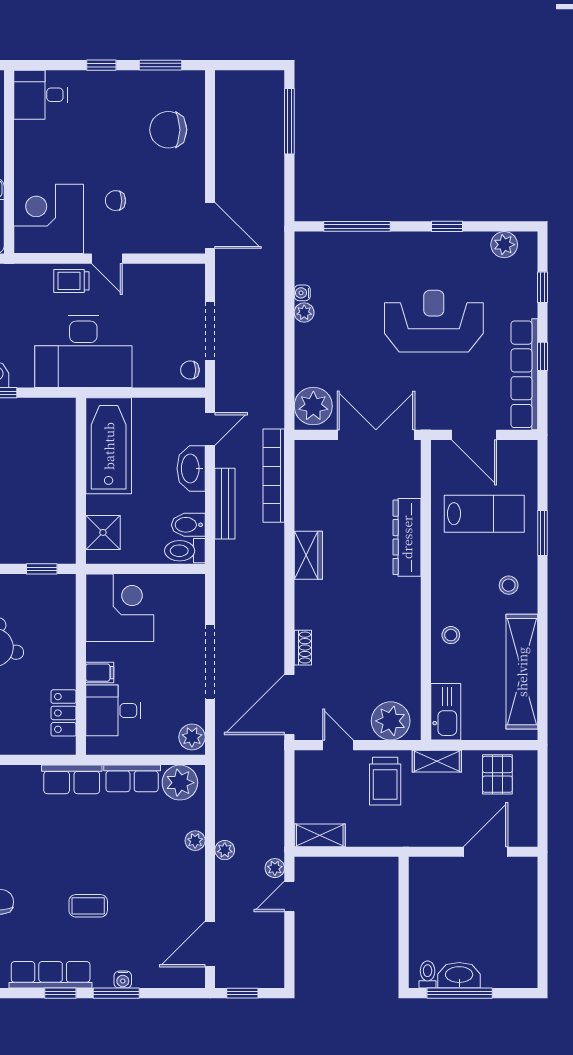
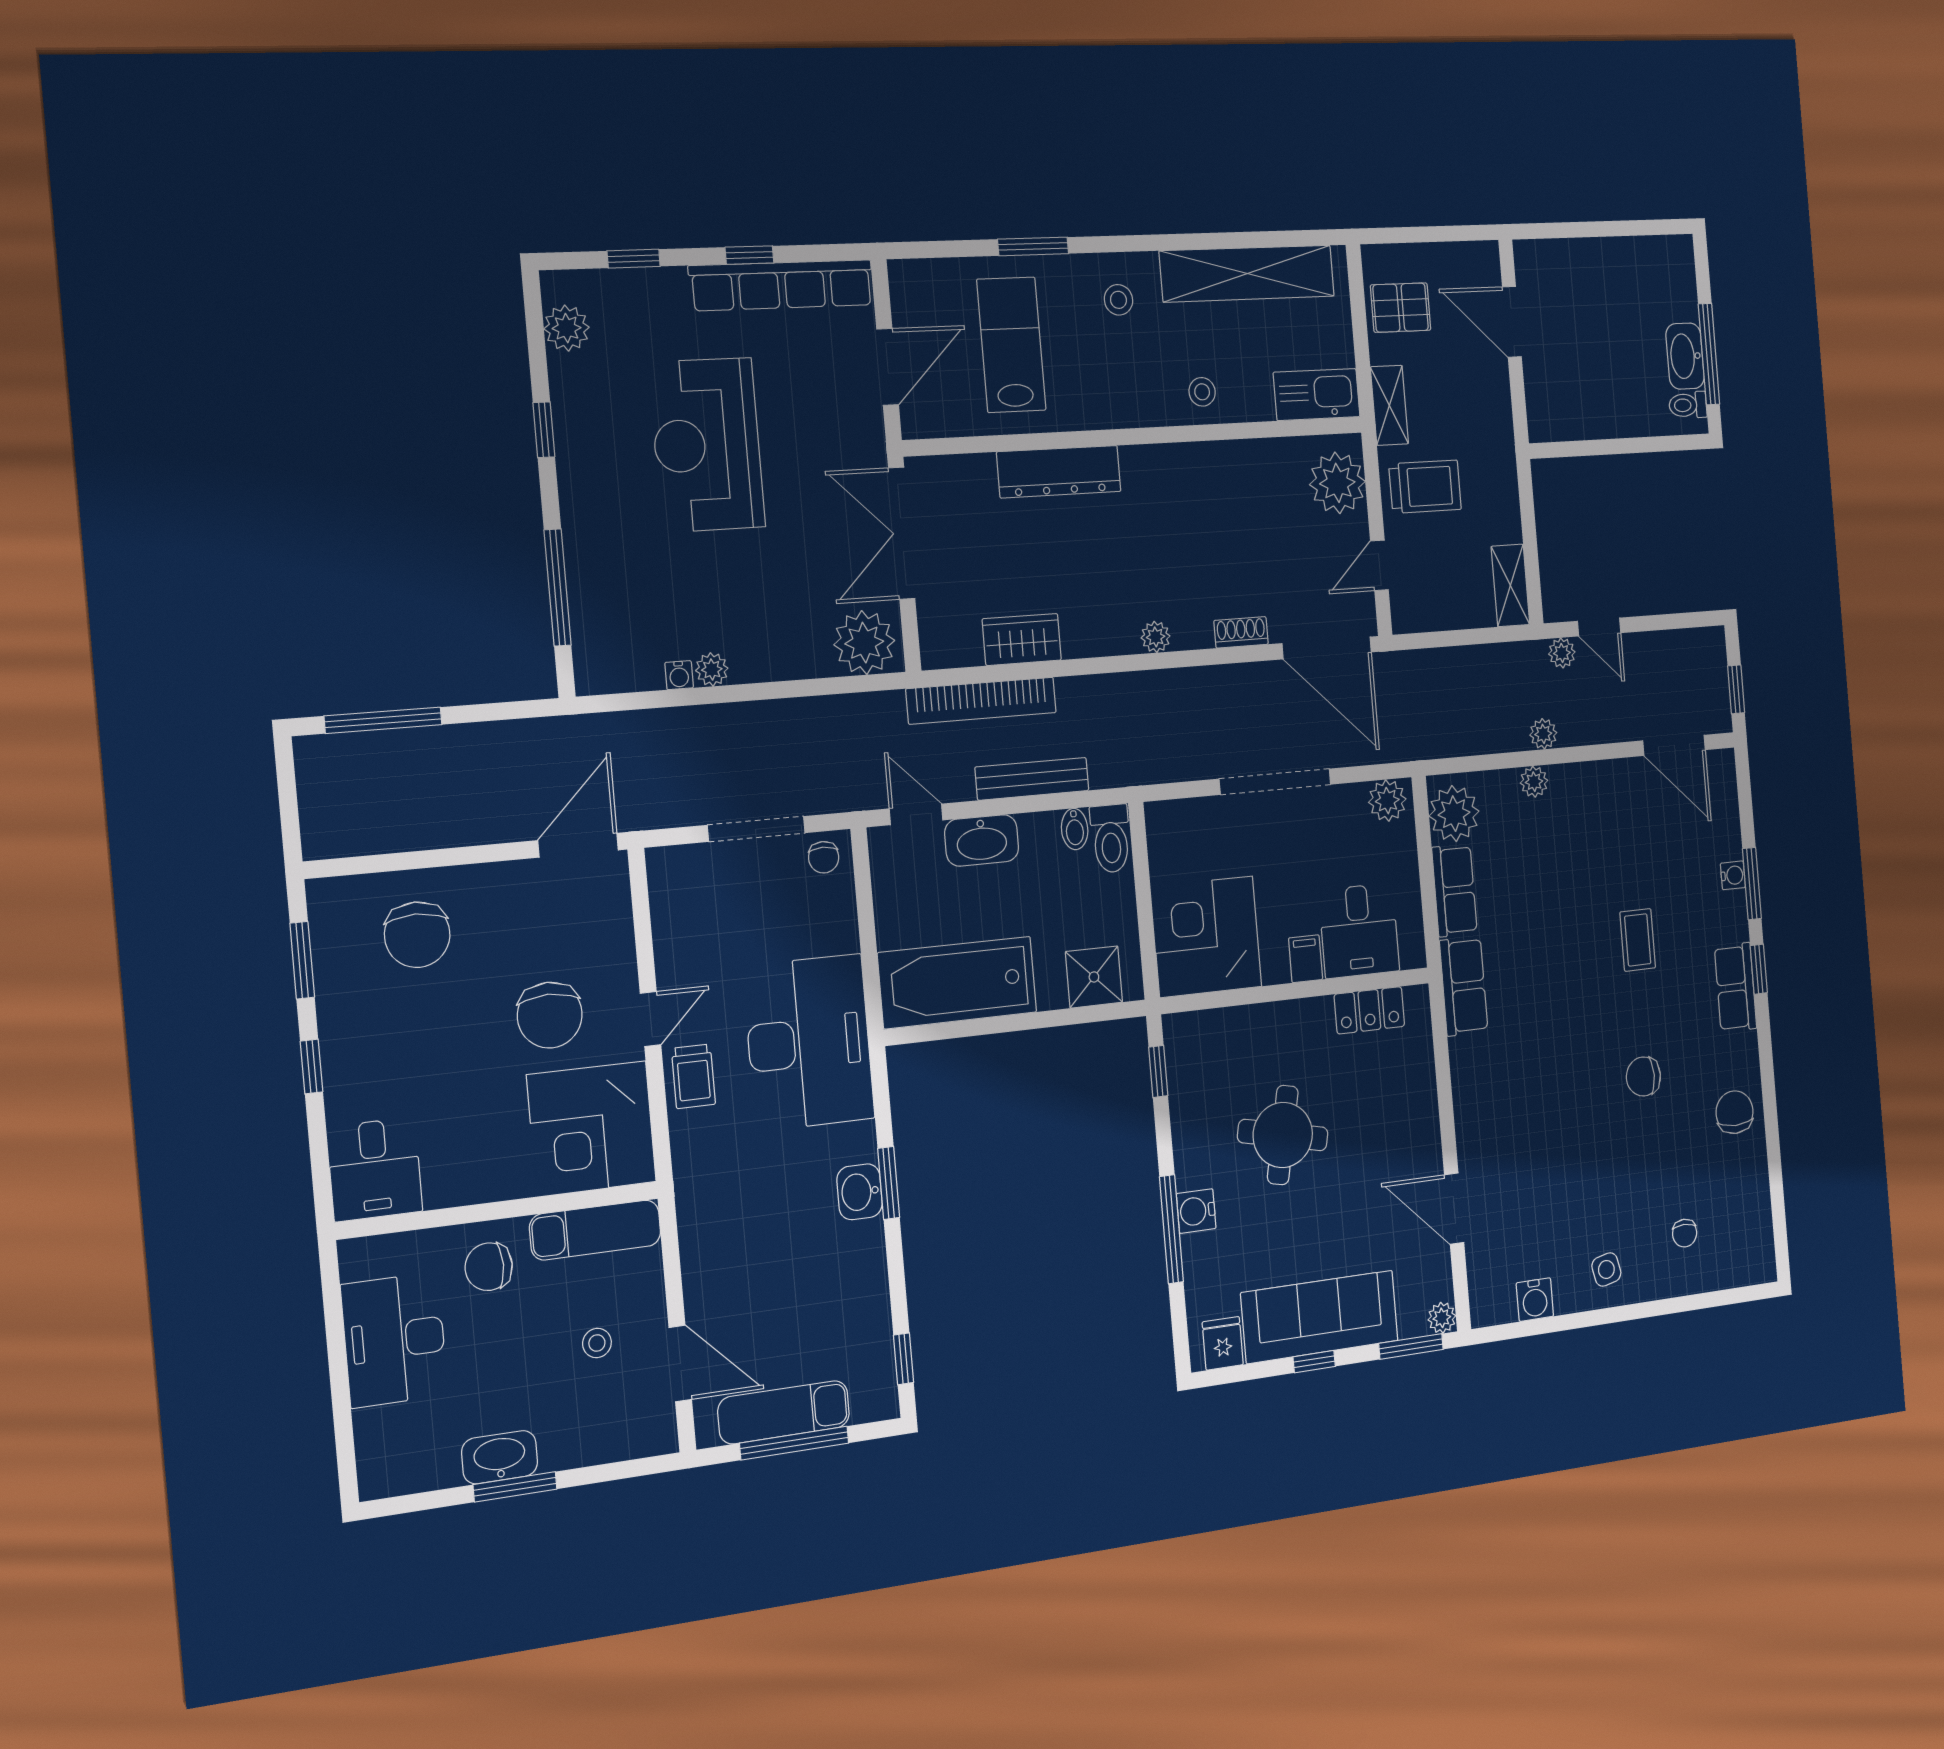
chair: (115, 201) -> (550, 1015), width x1.87, depth x1.87
bidet: (188, 525) -> (1075, 829), width x0.72, depth x0.74
wardrobe: (308, 555) -> (1022, 639), moved
plant: (304, 591) -> (1156, 637), added
row of seats: (51, 975) -> (1736, 987), width x0.68

